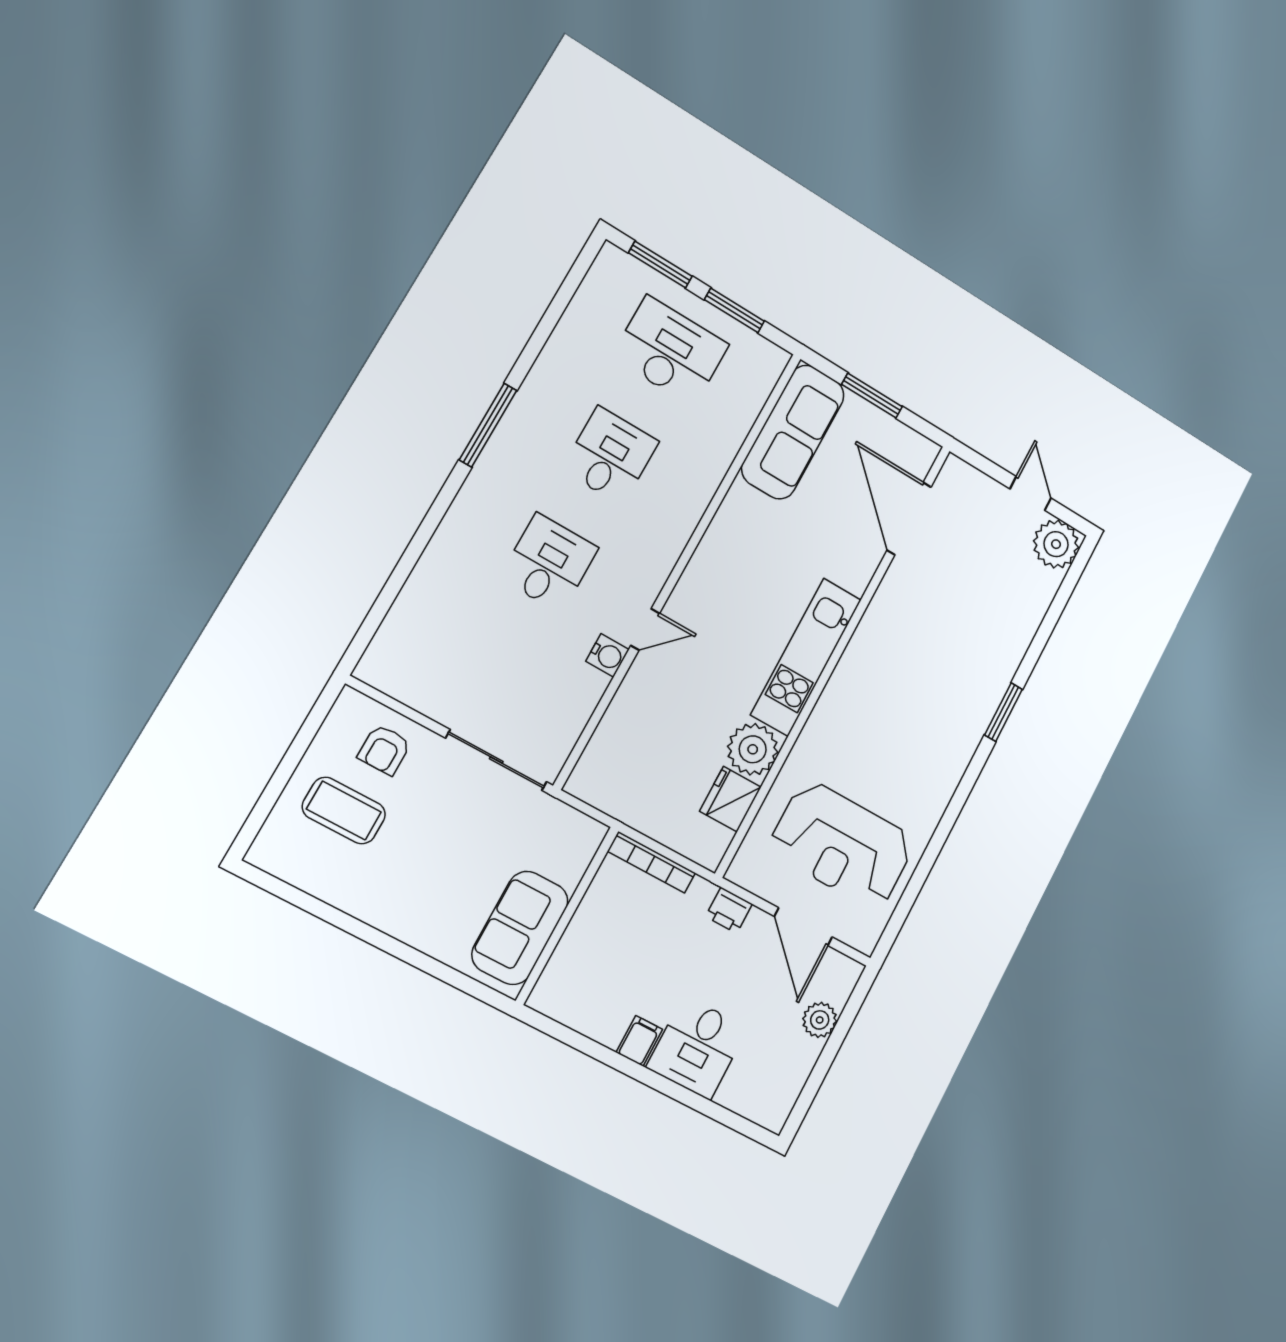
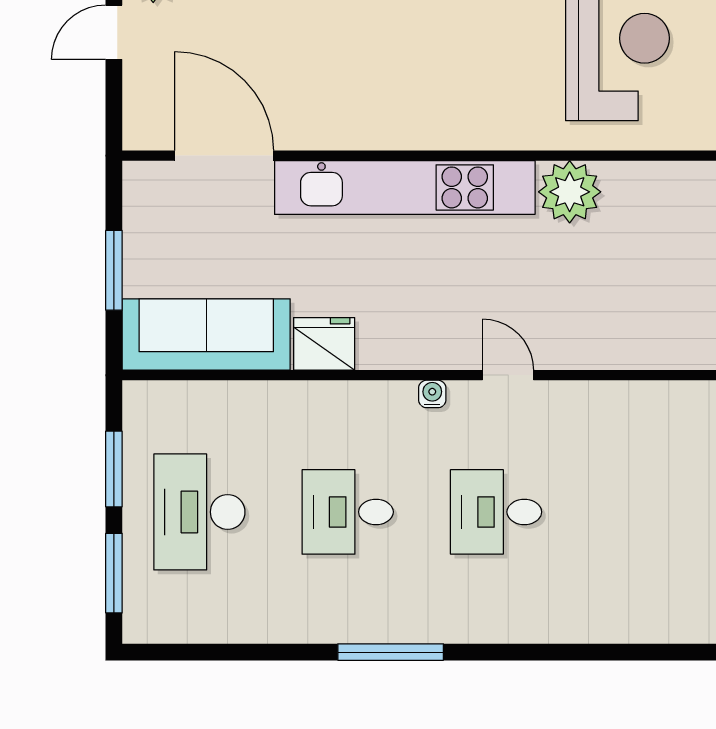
door: (909, 519) -> (224, 156), swing flipped
water cooler: (607, 655) -> (432, 394), moved, width x0.72, depth x0.72
kitchen unit: (806, 657) -> (405, 187), width x1.36
fridge: (730, 799) -> (324, 344), moved, turned 180

